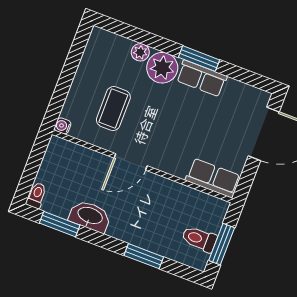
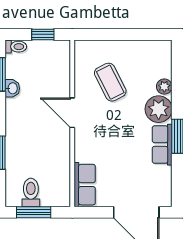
coffee table: (113, 108) -> (110, 82), turned 63
water cooler: (63, 126) -> (80, 46), removed
window: (35, 161) -> (43, 34), added
washbasin: (90, 216) -> (12, 88), width x0.52, depth x0.69

